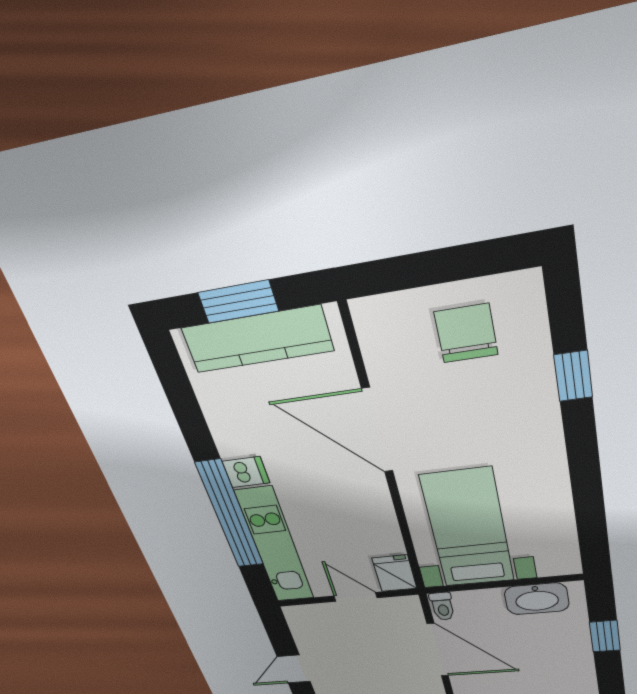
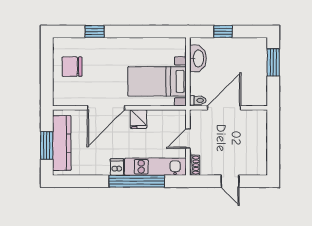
fridge: (394, 573) -> (138, 119), moved, turned -90
shoe rack: (304, 613) -> (195, 165), added

